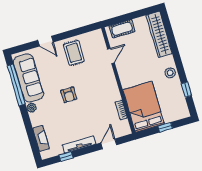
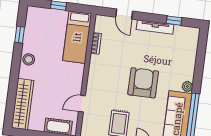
armchair: (69, 95) -> (143, 83), width x1.88, depth x1.88
bed: (144, 107) -> (77, 37), width x0.67
fireplace: (41, 138) -> (191, 50), removed
door: (109, 144) -> (124, 14), hinge flipped

